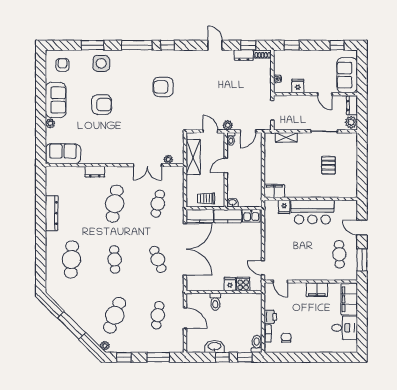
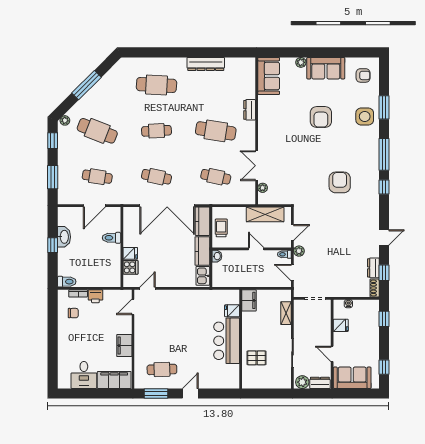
door: (325, 94) -> (332, 354), hinge flipped
filing cabinet: (274, 191) -> (249, 300), moved
wall: (311, 199) -> (241, 339), moved
fridge: (284, 207) -> (232, 311), moved
bar counter: (312, 212) -> (227, 341), moved
cafe table: (158, 259) -> (156, 177), turned 33
window: (245, 357) -> (53, 269), removed

